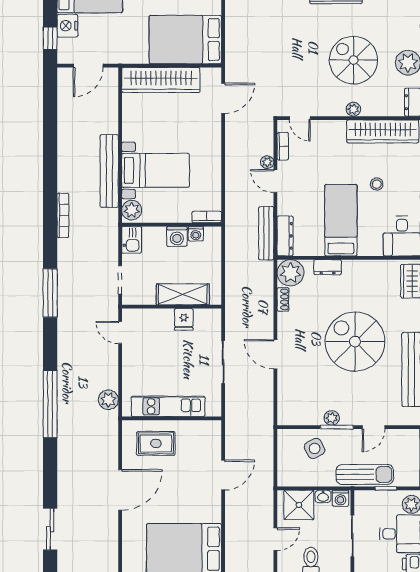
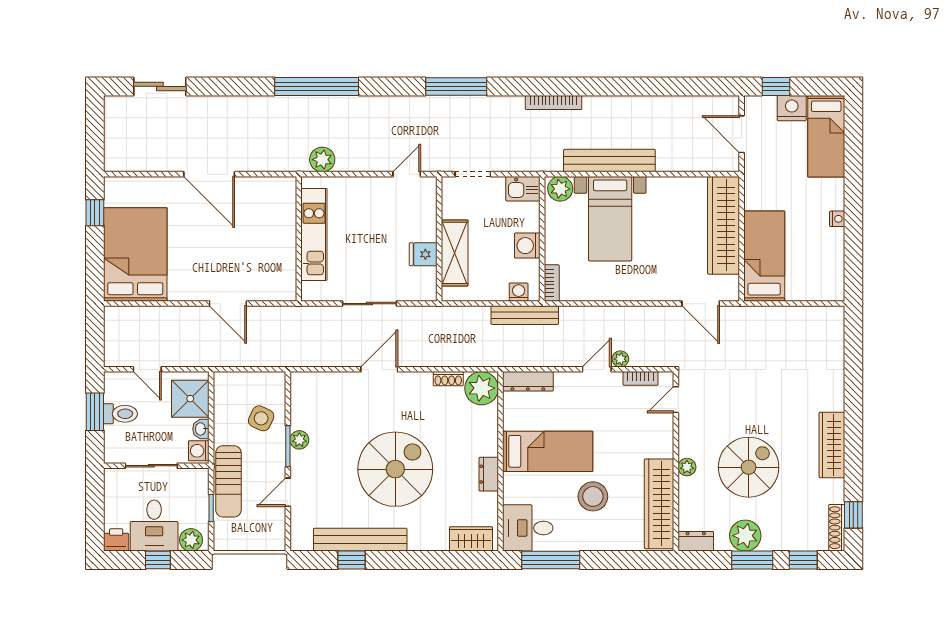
bed: (185, 40) -> (764, 256), width x0.67
stool: (377, 184) -> (593, 496), width x1.89, depth x1.89
bench: (266, 233) -> (525, 315), moved
washing machine: (196, 234) -> (519, 292), moved, turned 90
dresser: (328, 267) -> (489, 474), moved
door: (373, 427) -> (288, 492), hinge flipped
rug: (156, 443) -> (267, 219), removed
side table: (315, 448) -> (261, 418), turned -38

